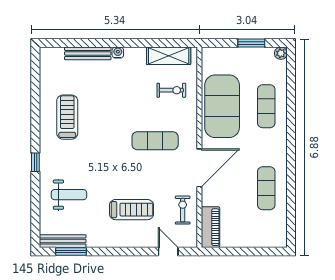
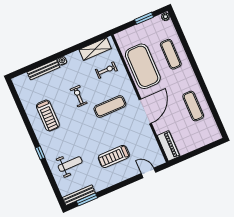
treadmill: (67, 117) -> (48, 116), turned 180
treadmill: (131, 210) -> (114, 156), turned 180
exercise bike: (183, 210) -> (79, 96), moved

